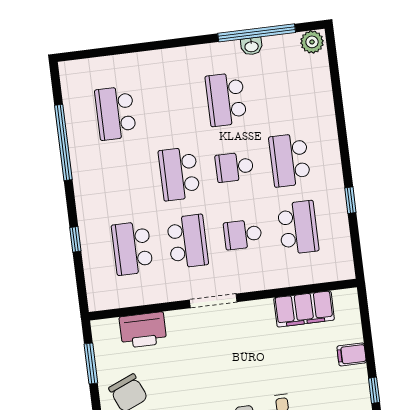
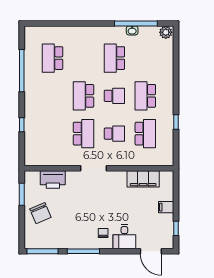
school desk: (234, 167) -> (114, 96), turned 180
school desk: (243, 234) -> (114, 134), turned 180
school desk: (132, 248) -> (53, 134), removed

